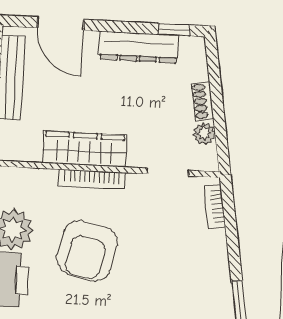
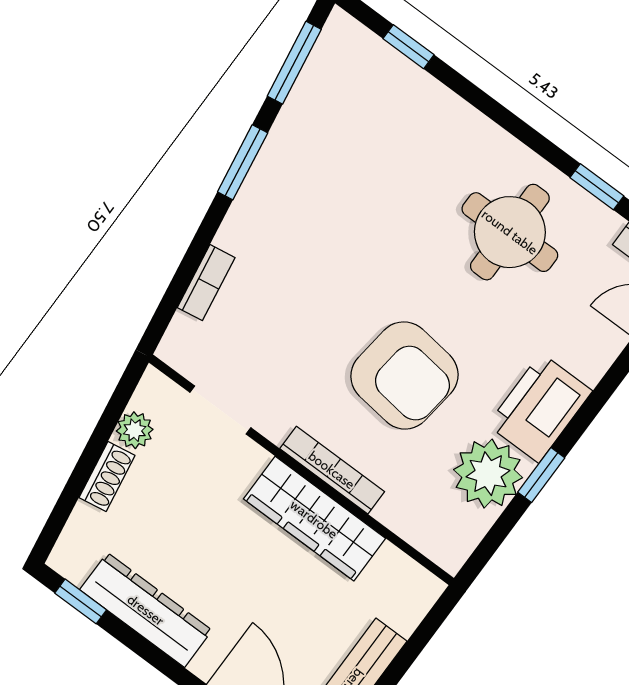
bookcase: (215, 207) -> (206, 283), moved
armchair: (87, 251) -> (404, 375), turned 84

